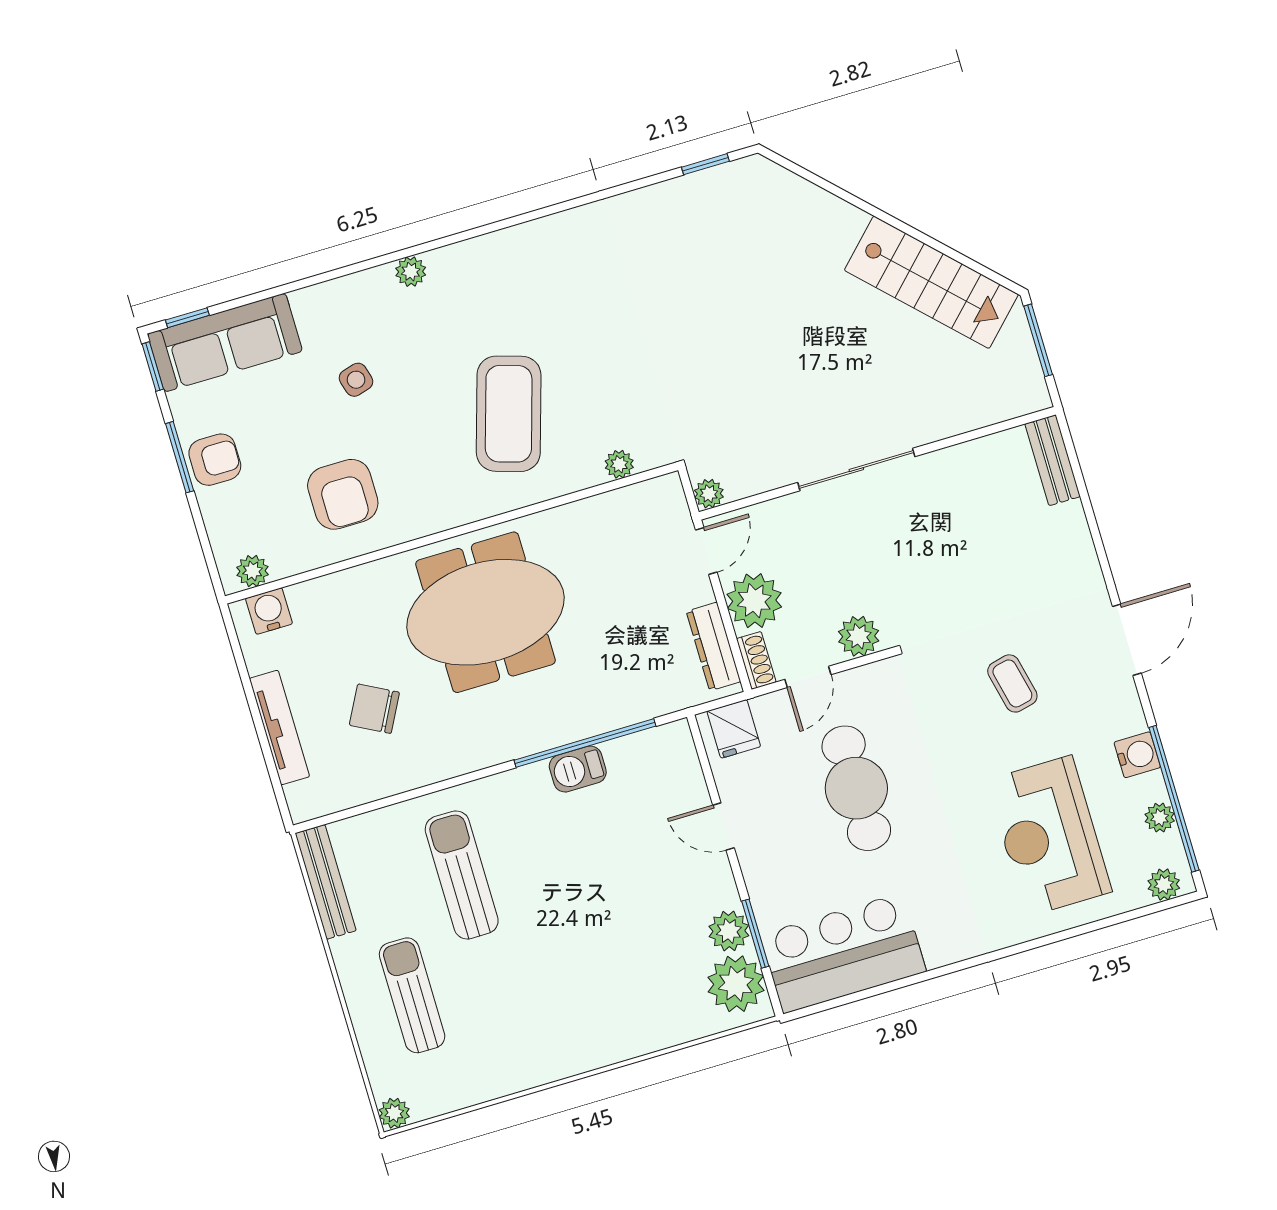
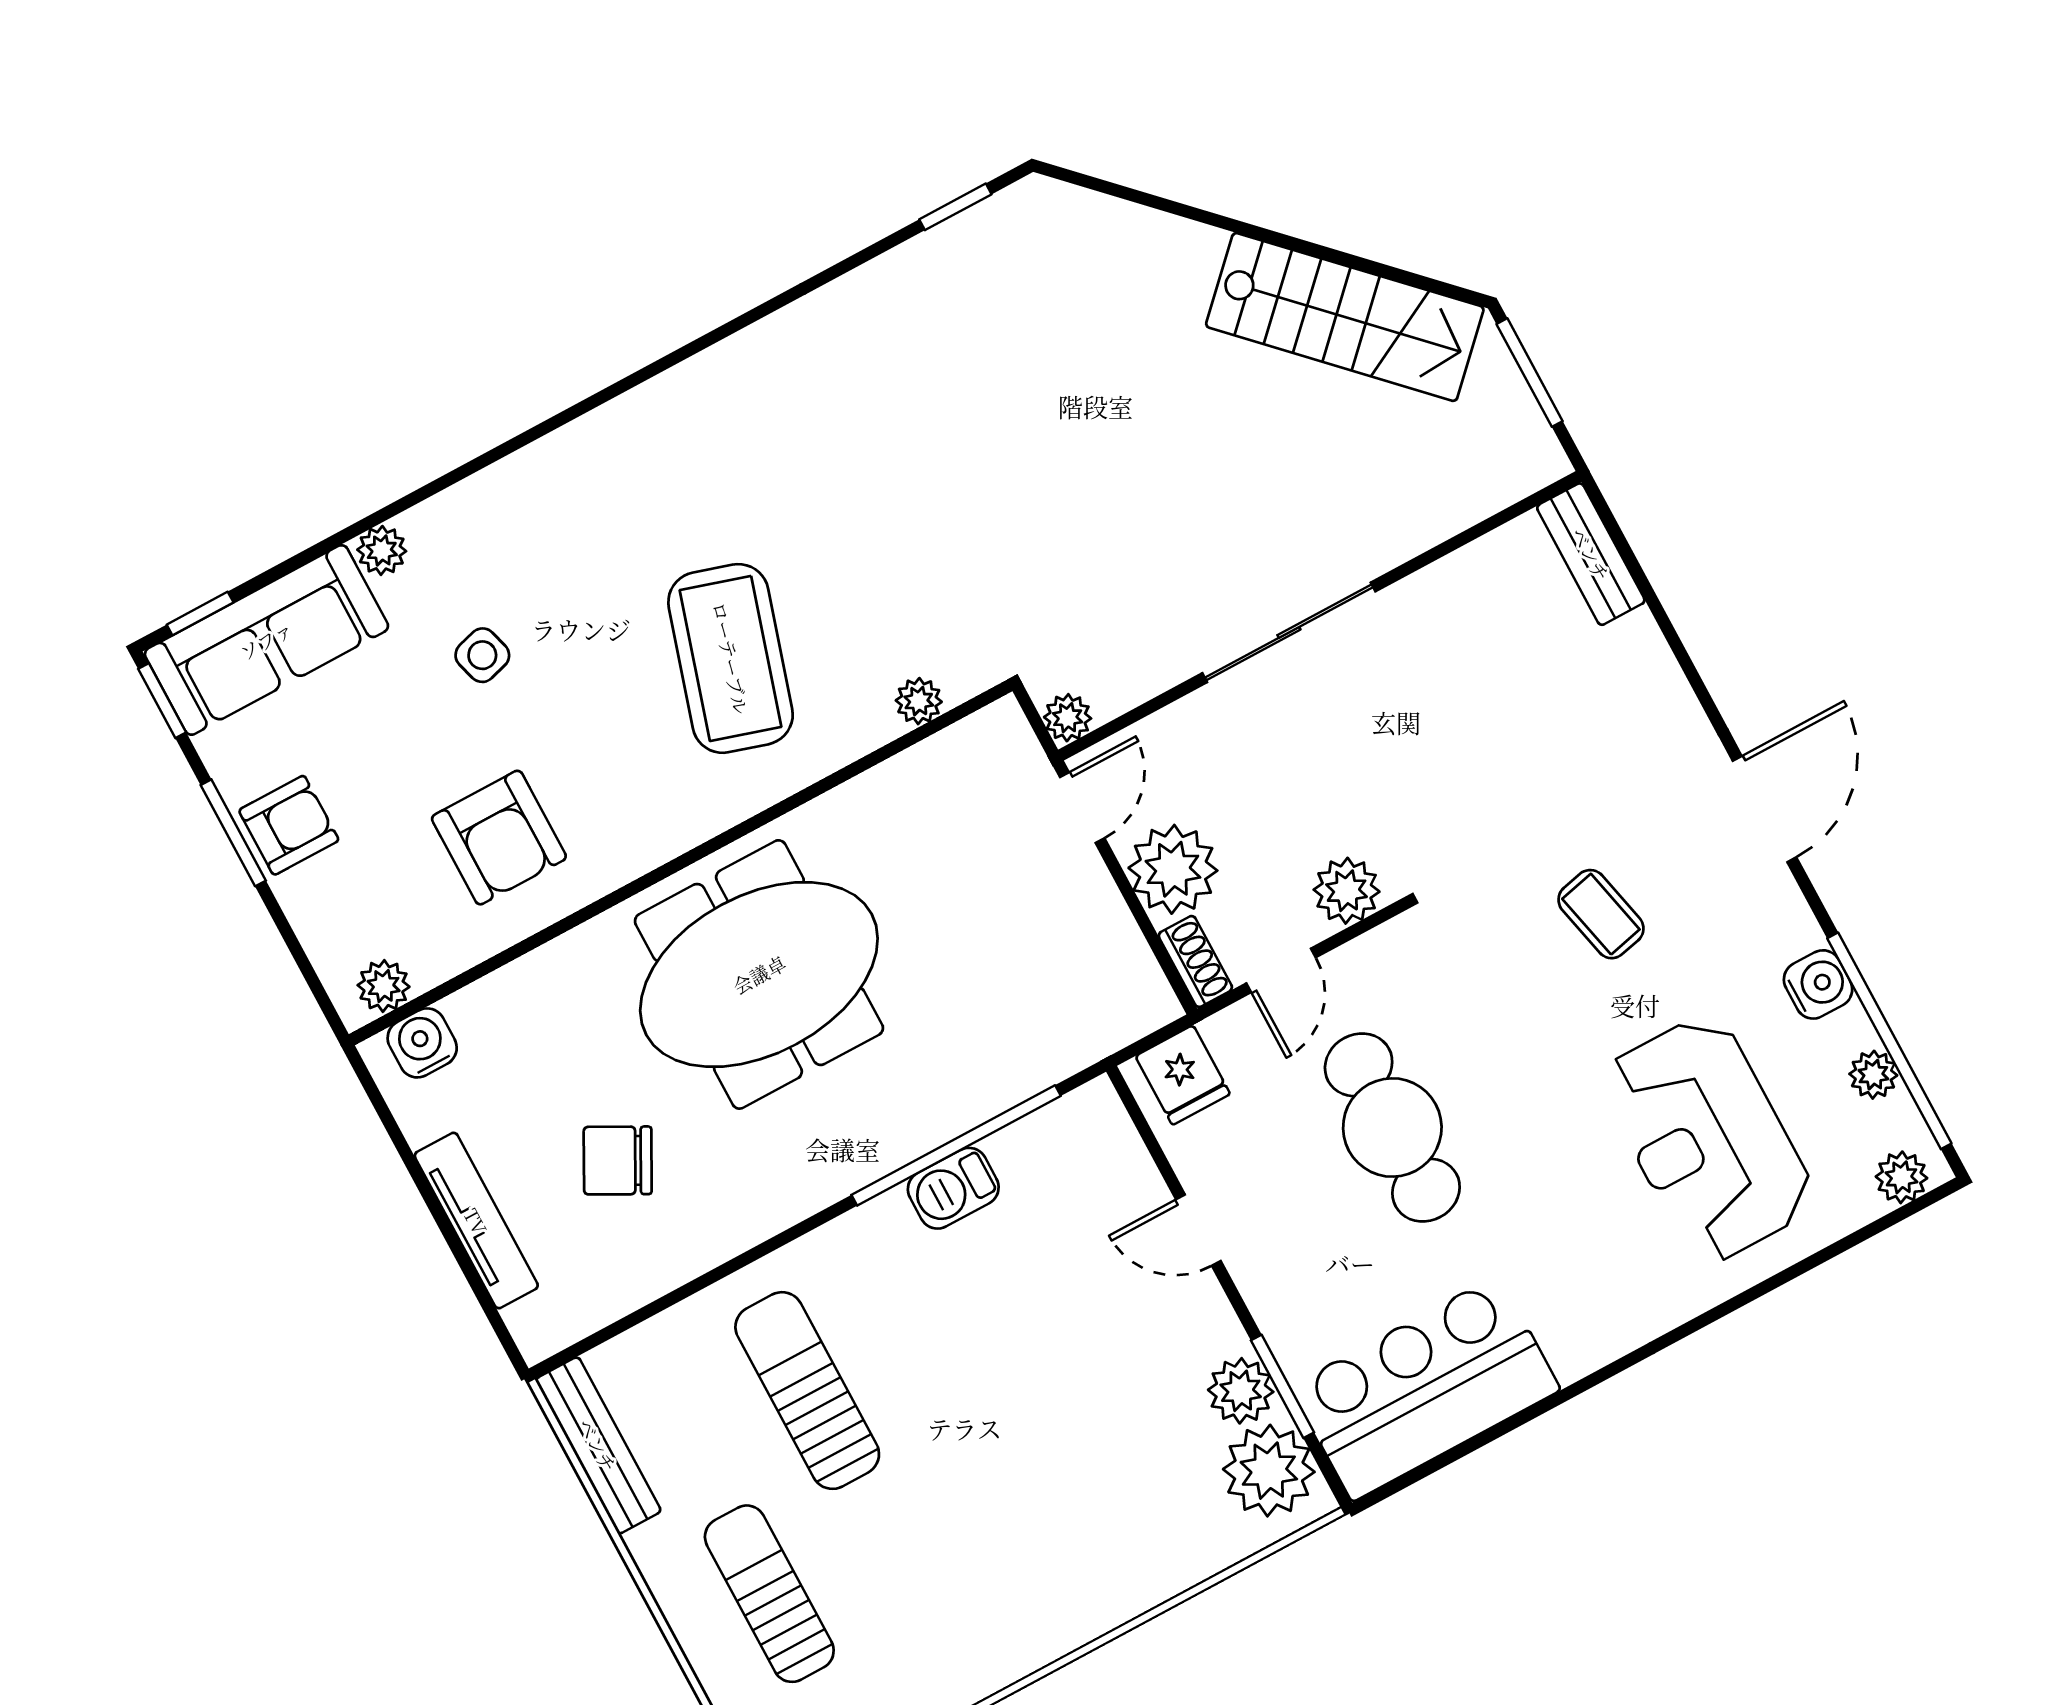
plant: (411, 272) -> (382, 550), moved
dresser: (713, 646) -> (1124, 954), removed

